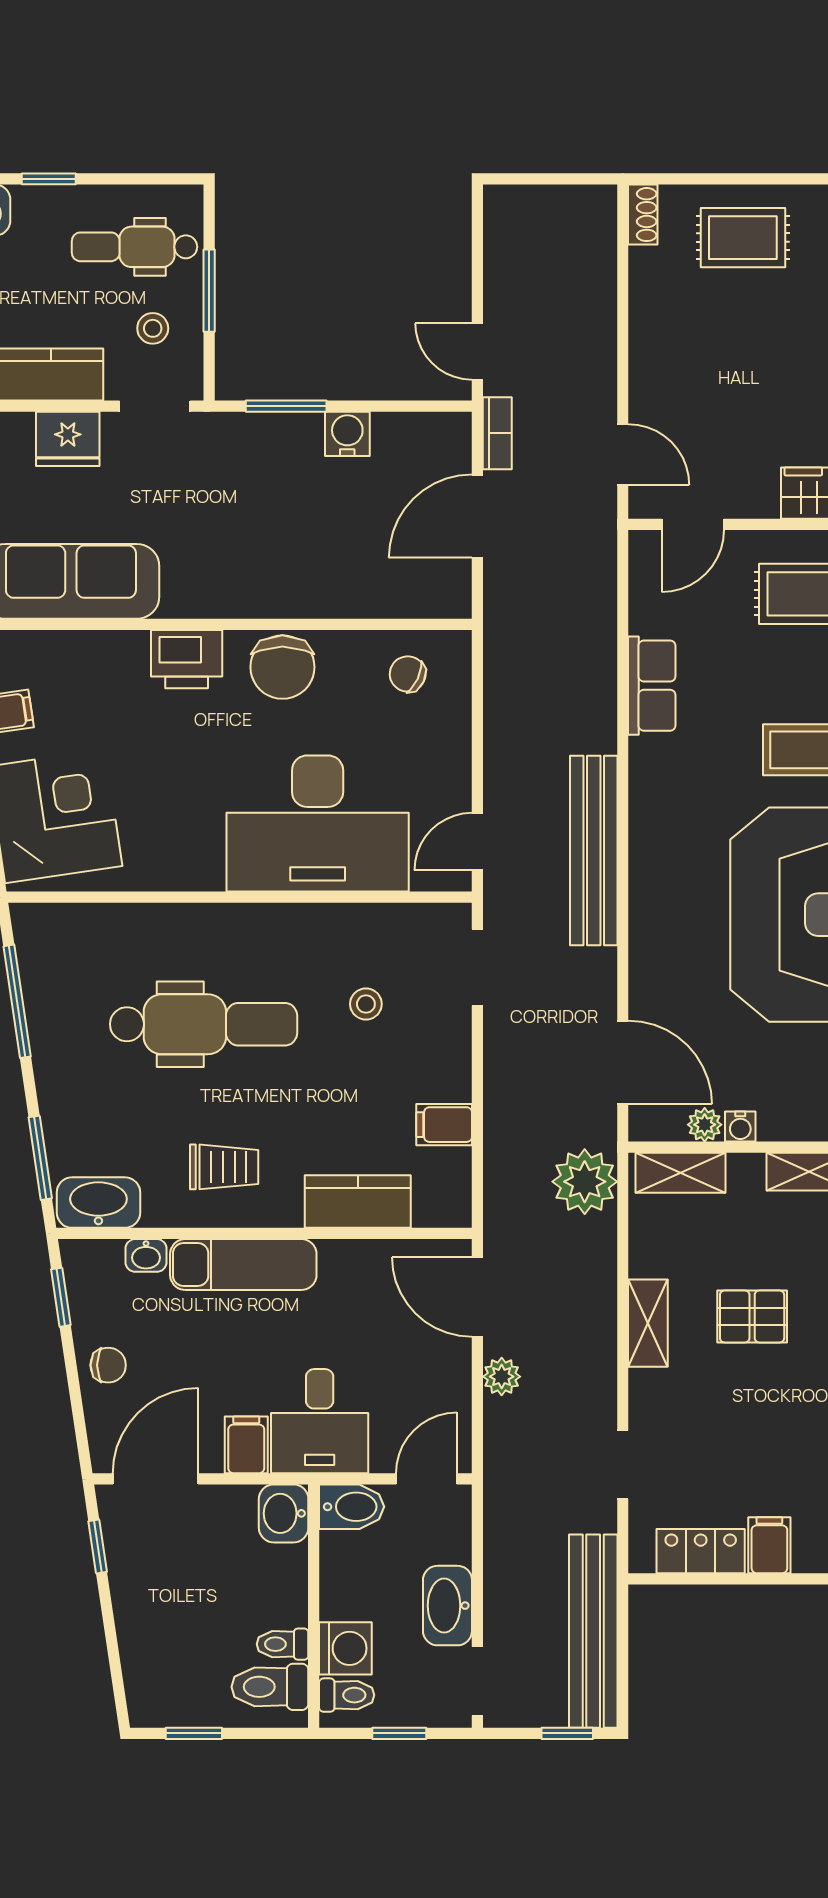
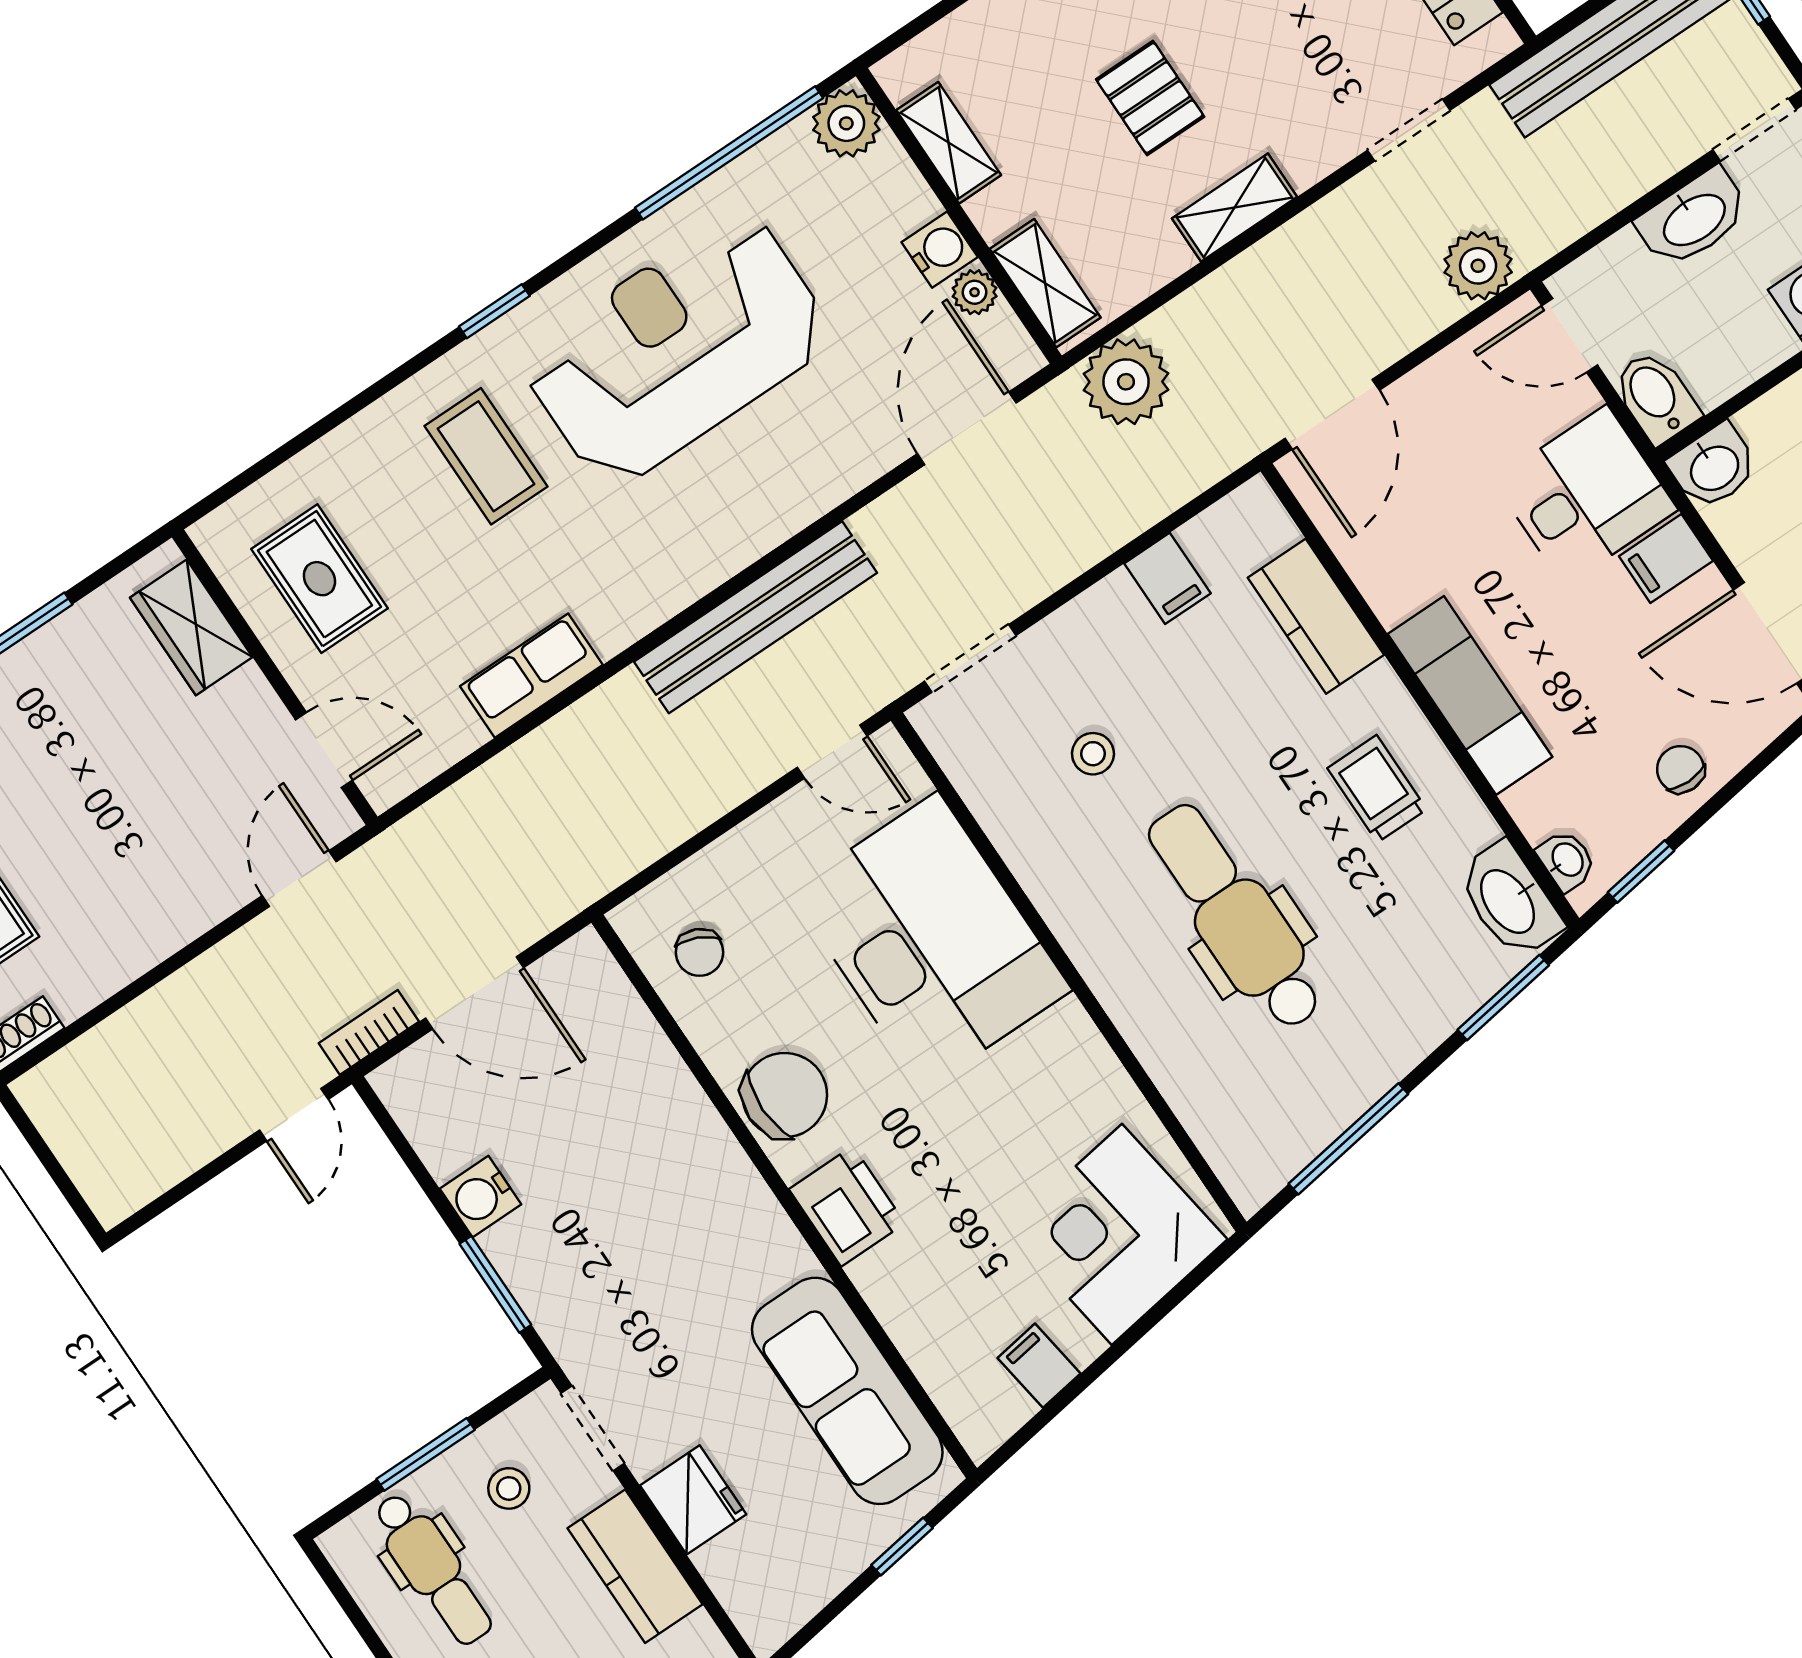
water cooler: (740, 1127) -> (940, 250), width x1.38, depth x1.38
washbasin: (146, 1255) -> (1567, 860), moved
plant: (502, 1377) -> (1478, 266), moved, width x1.38, depth x1.38

